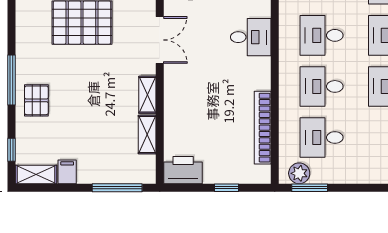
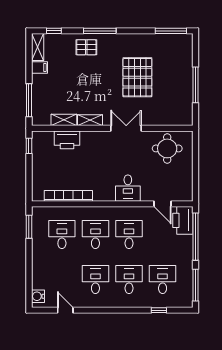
double door: (160, 40) -> (126, 128), swing flipped
printer: (183, 170) -> (67, 140), moved, turned 90
plant: (299, 173) -> (38, 220), removed
window: (227, 188) -> (29, 146), moved

